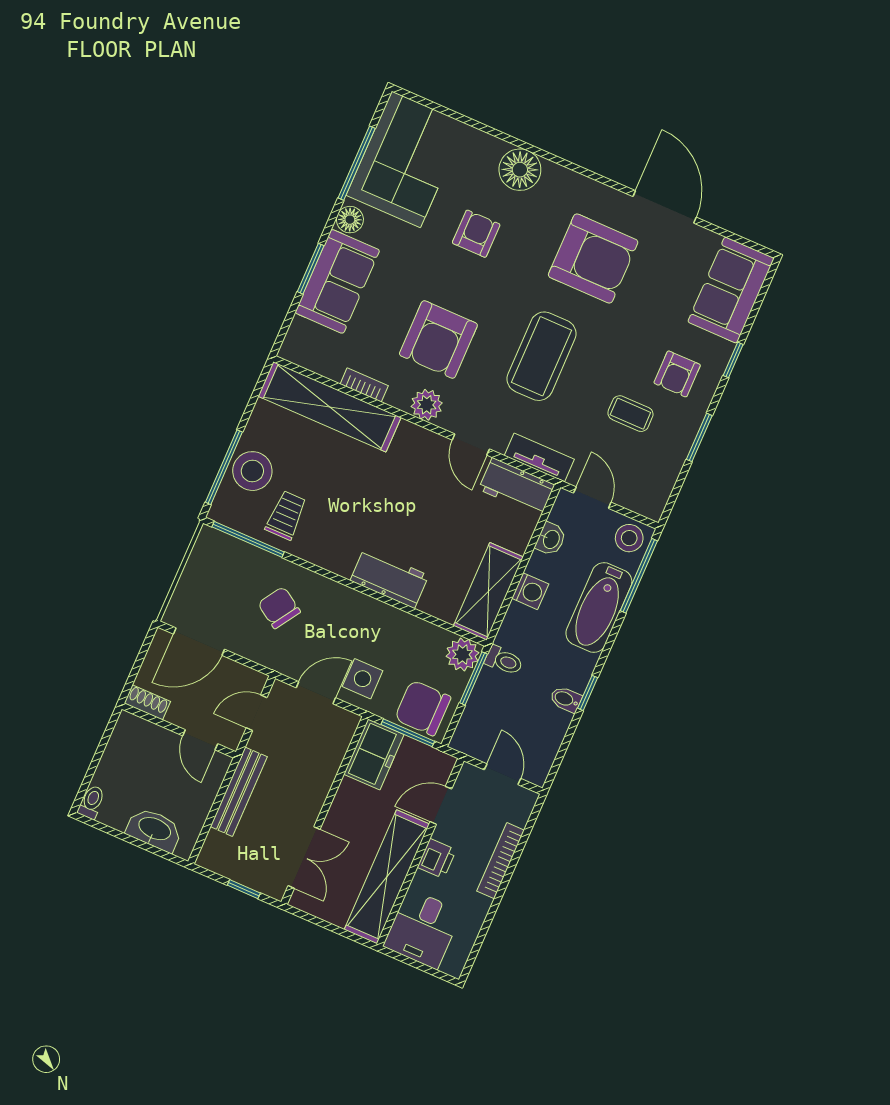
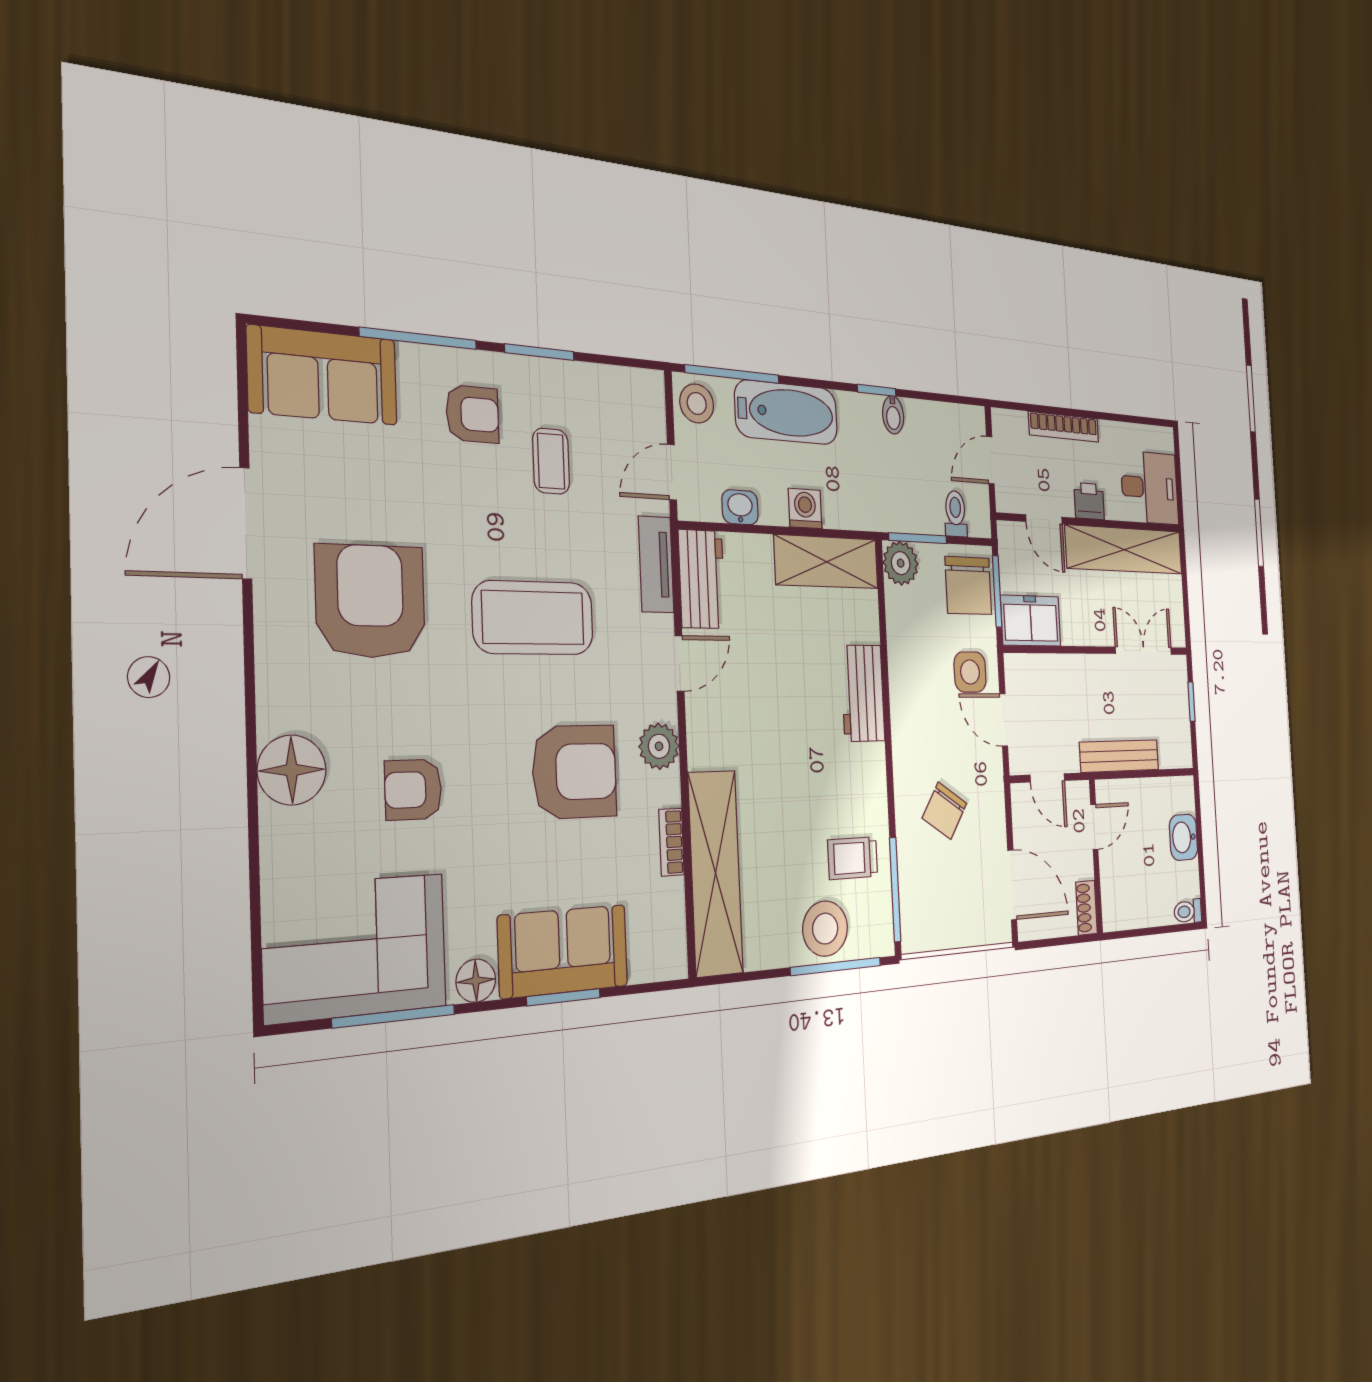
window: (733, 360) -> (419, 338), width x2.17
toilet: (504, 661) -> (956, 514), moved
washbasin: (154, 829) -> (1184, 837), width x0.72

